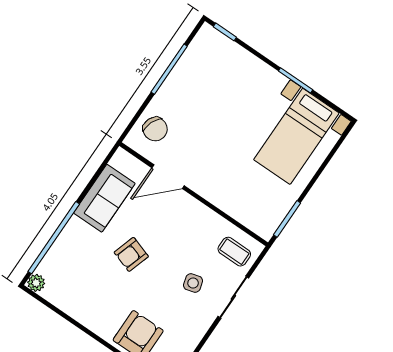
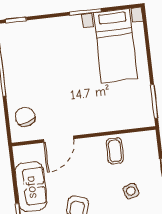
chair: (155, 129) -> (25, 117), turned -129
coffee table: (234, 252) -> (115, 151), moved, turned 90

